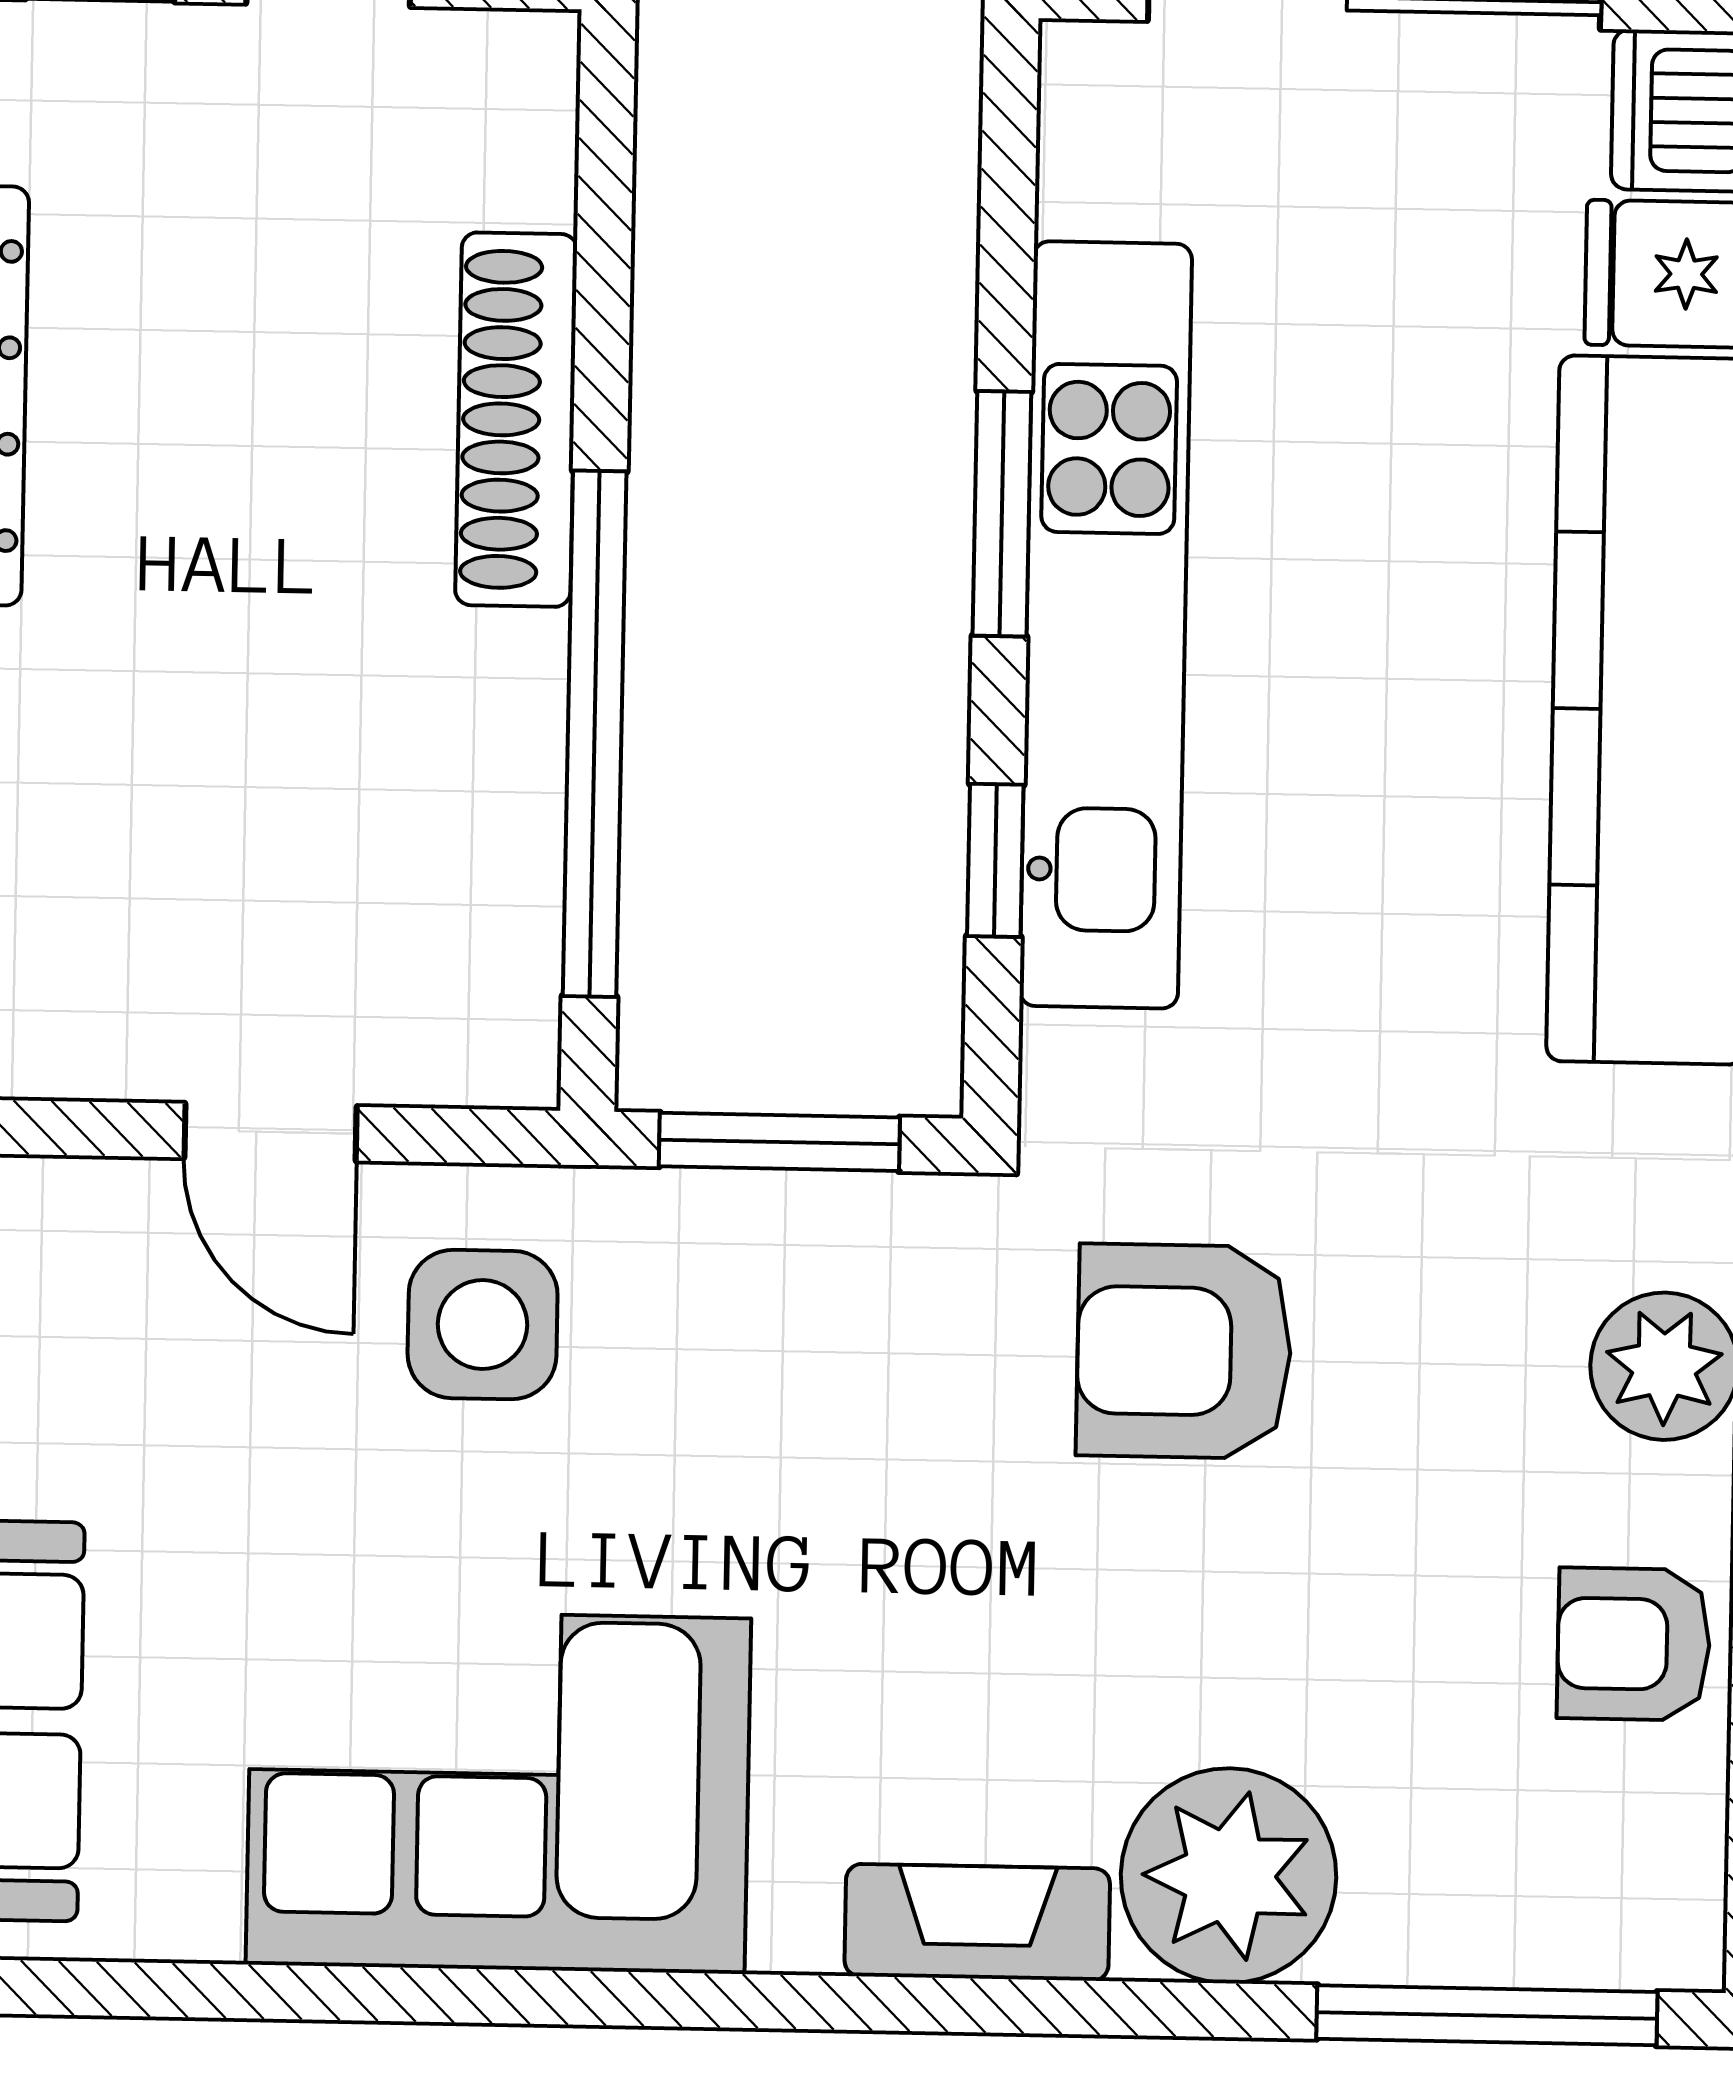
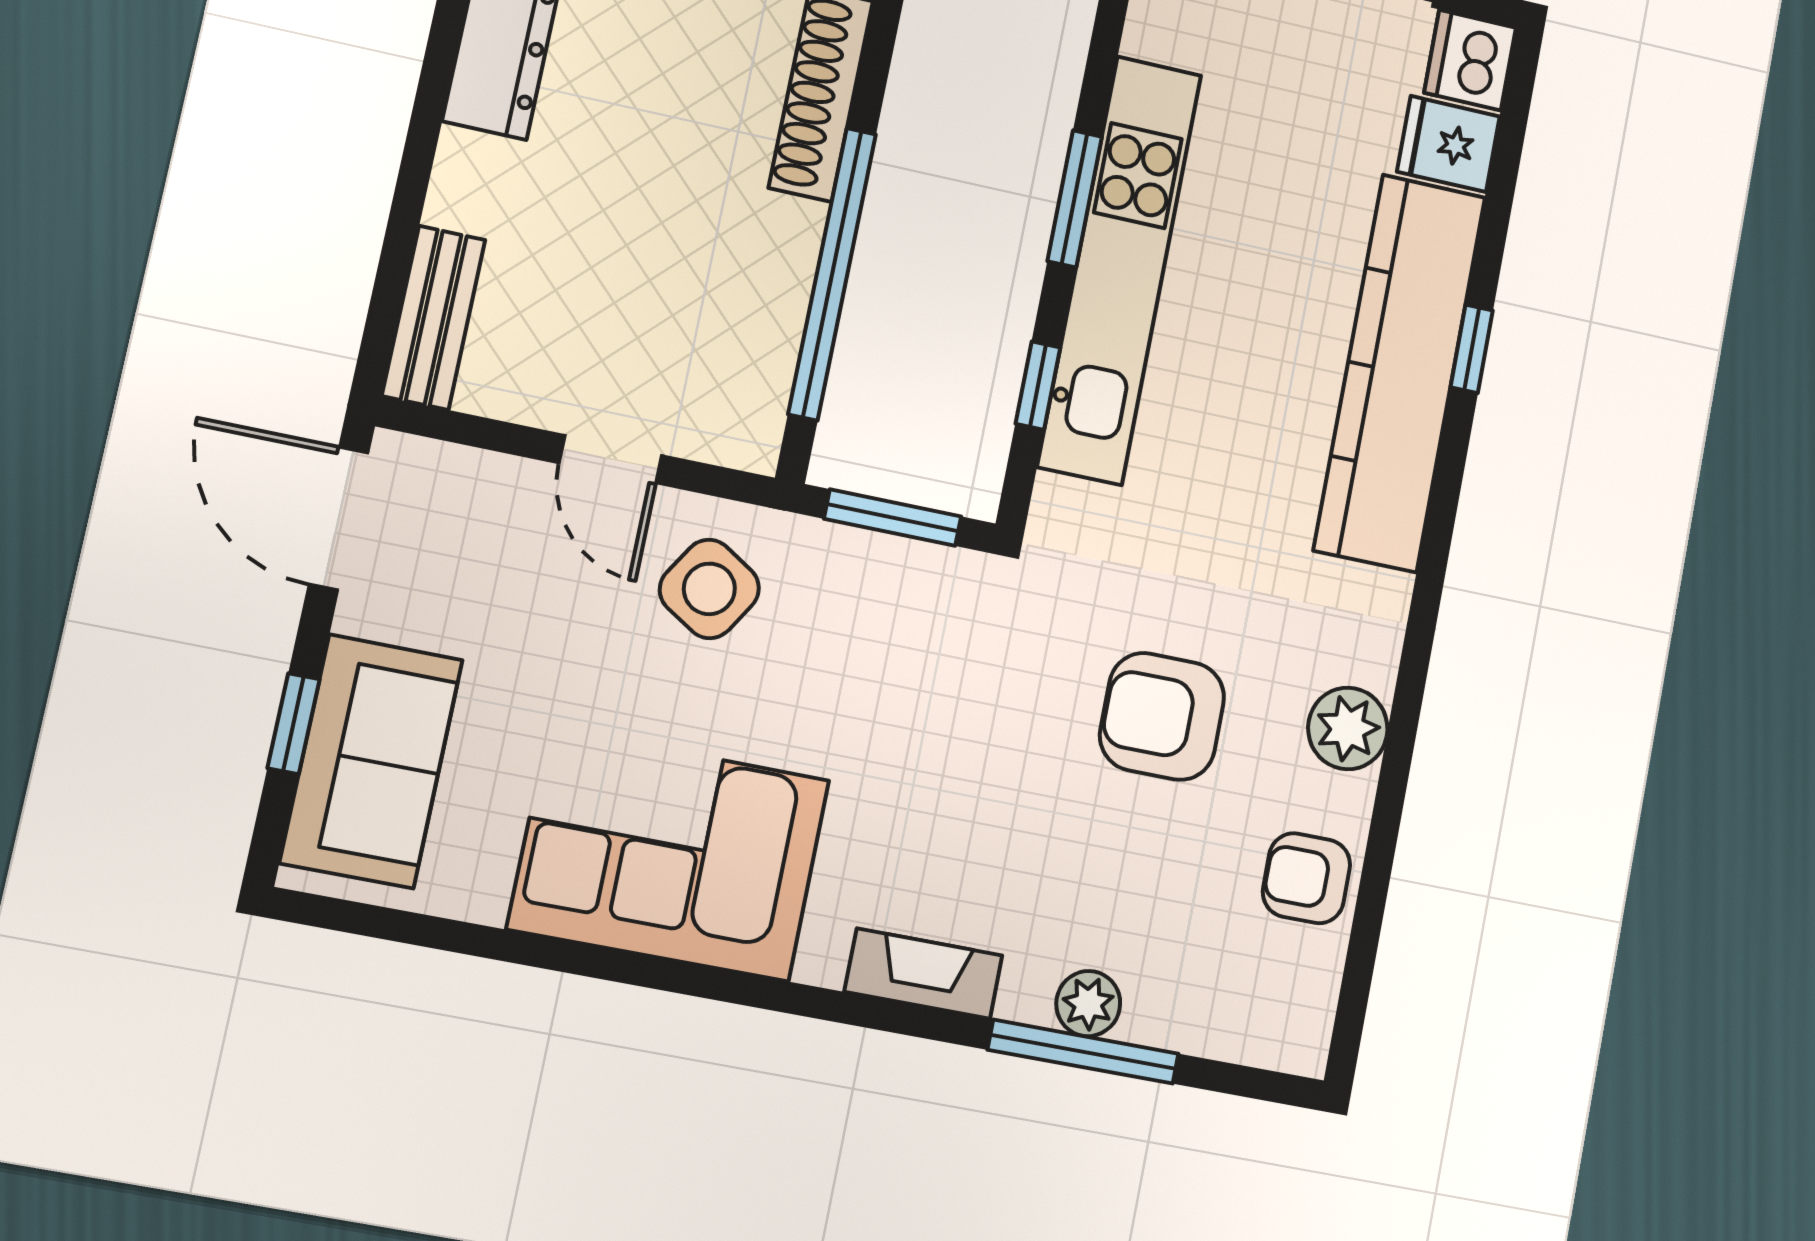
side table: (483, 1325) -> (709, 589), turned 32
armchair: (1184, 1351) -> (1162, 716), moved
plant: (1229, 1876) -> (1088, 1004), width x0.53, depth x0.53
window: (1487, 2015) -> (1083, 1052), moved

